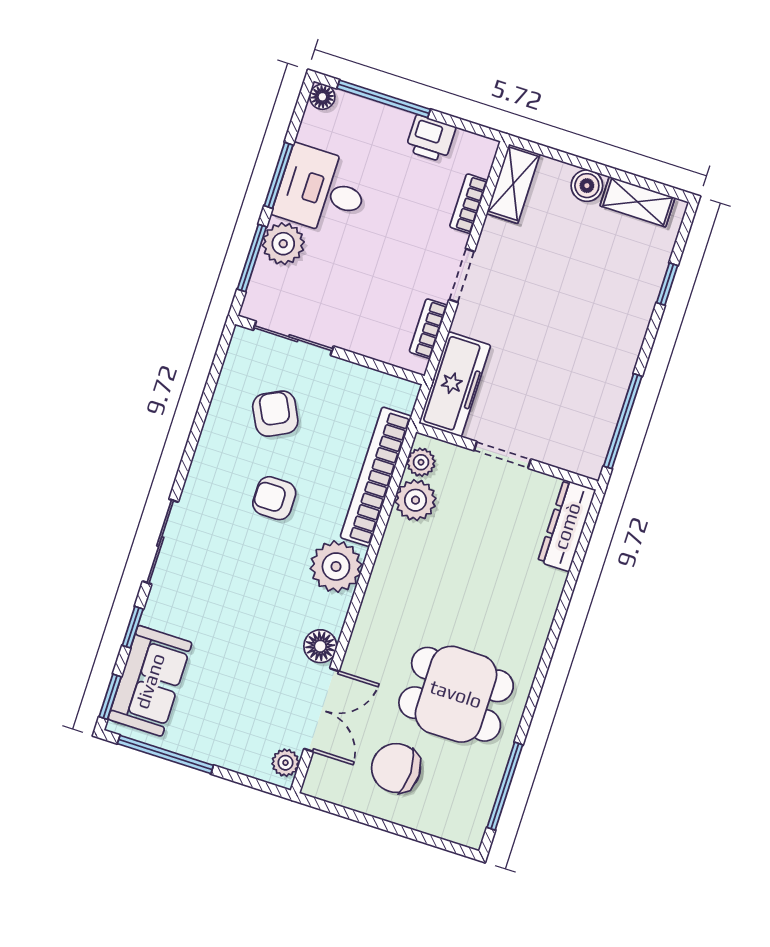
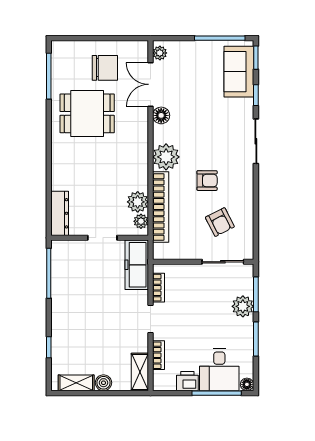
desk: (322, 191) -> (219, 370), moved, turned 90

